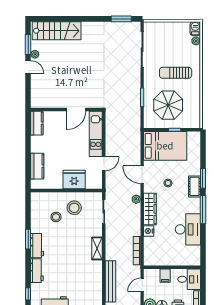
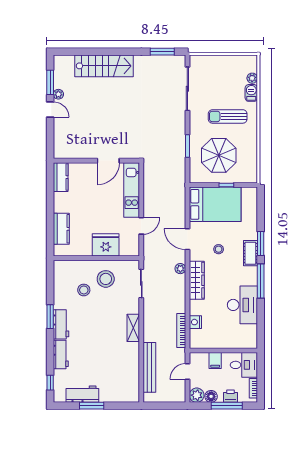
barbecue: (195, 29) -> (251, 93), moved
stairs: (57, 31) -> (104, 66), moved
nightstand: (149, 231) -> (195, 322), moved

